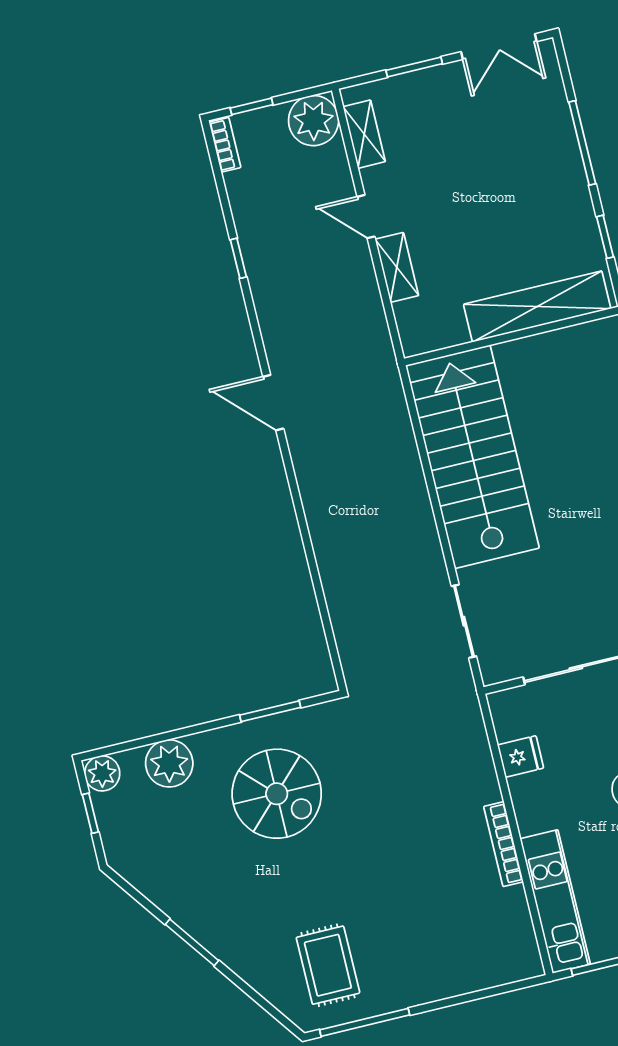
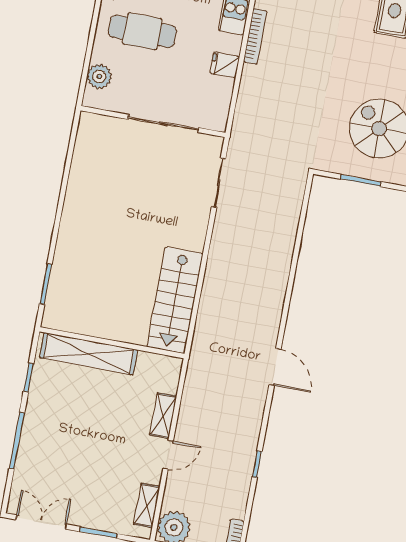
door: (366, 217) -> (168, 455), hinge flipped
stairs: (472, 457) -> (175, 300), width x0.73, depth x0.66
fridge: (521, 756) -> (225, 65), moved

